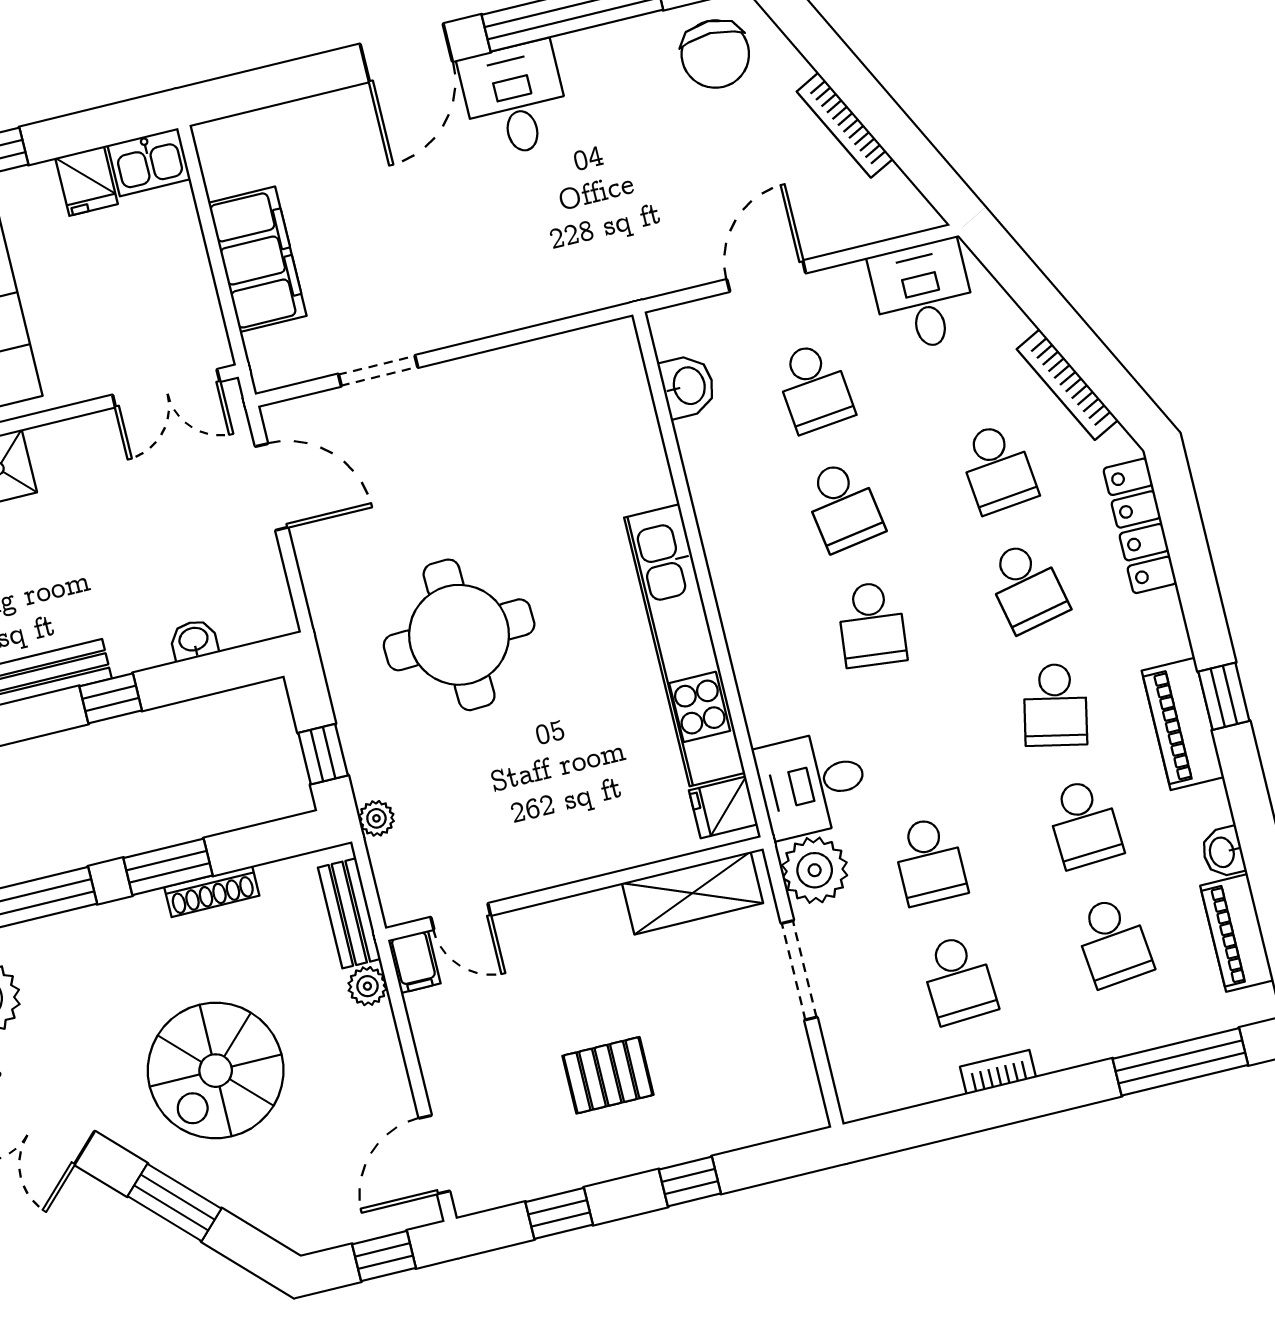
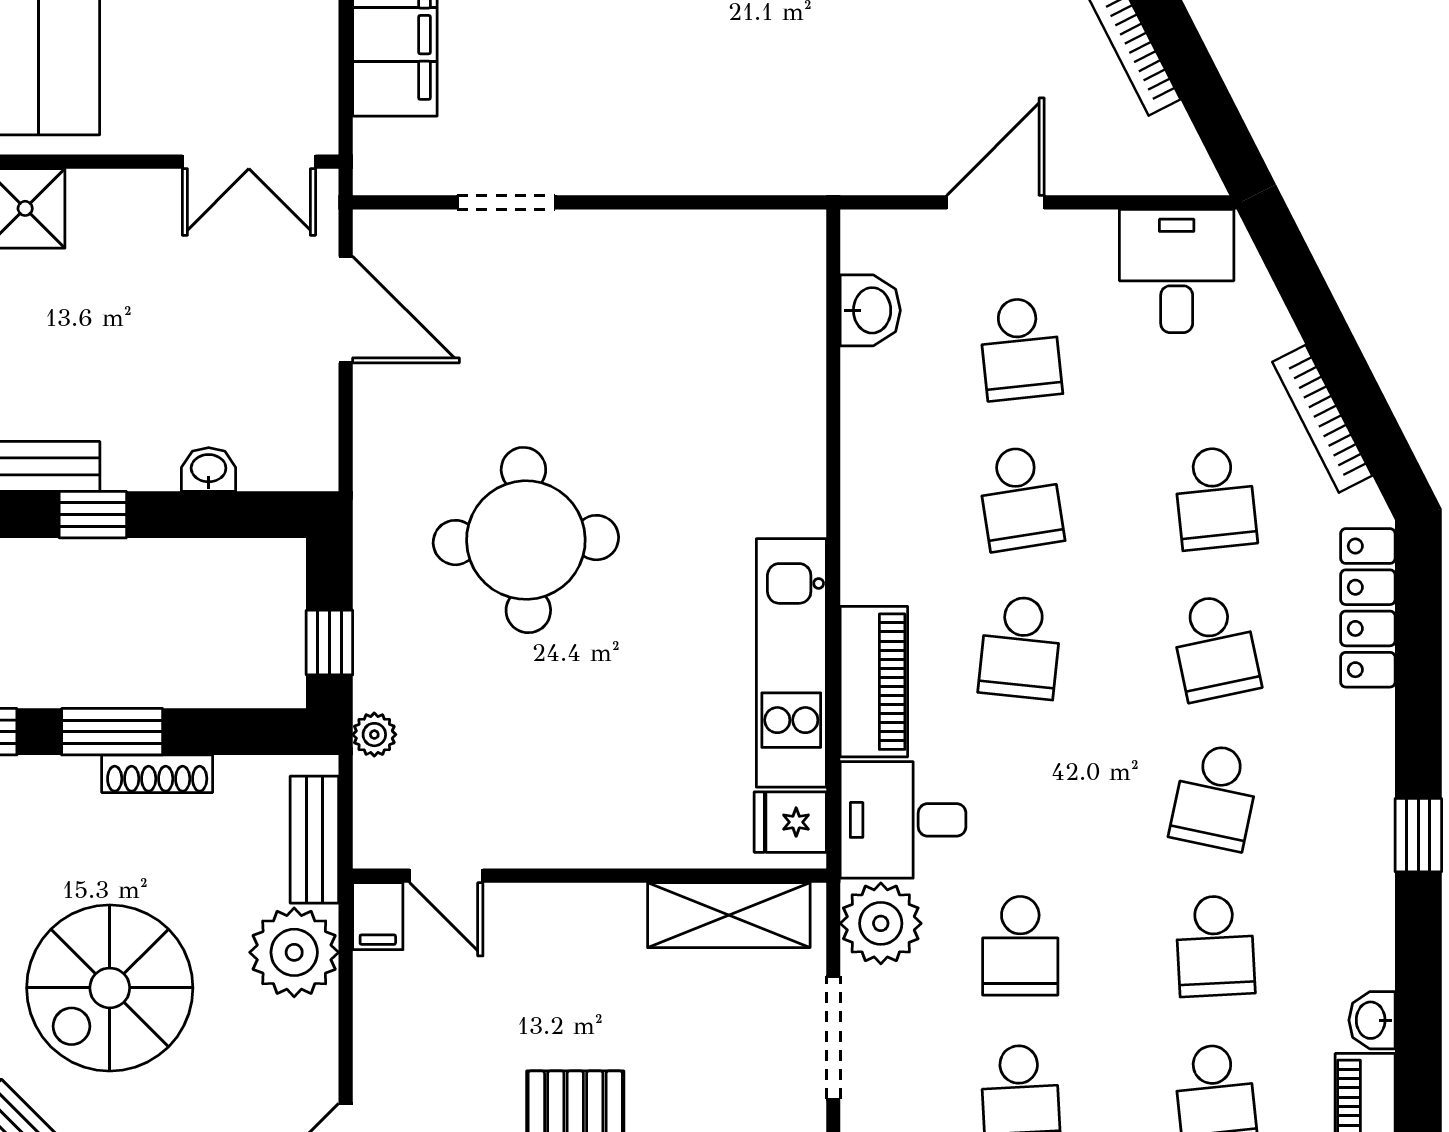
kitchen unit: (685, 645) -> (791, 663), width x0.73
piano: (1183, 724) -> (874, 682), moved, turned 180
plant: (367, 986) -> (294, 952), width x1.87, depth x1.87

